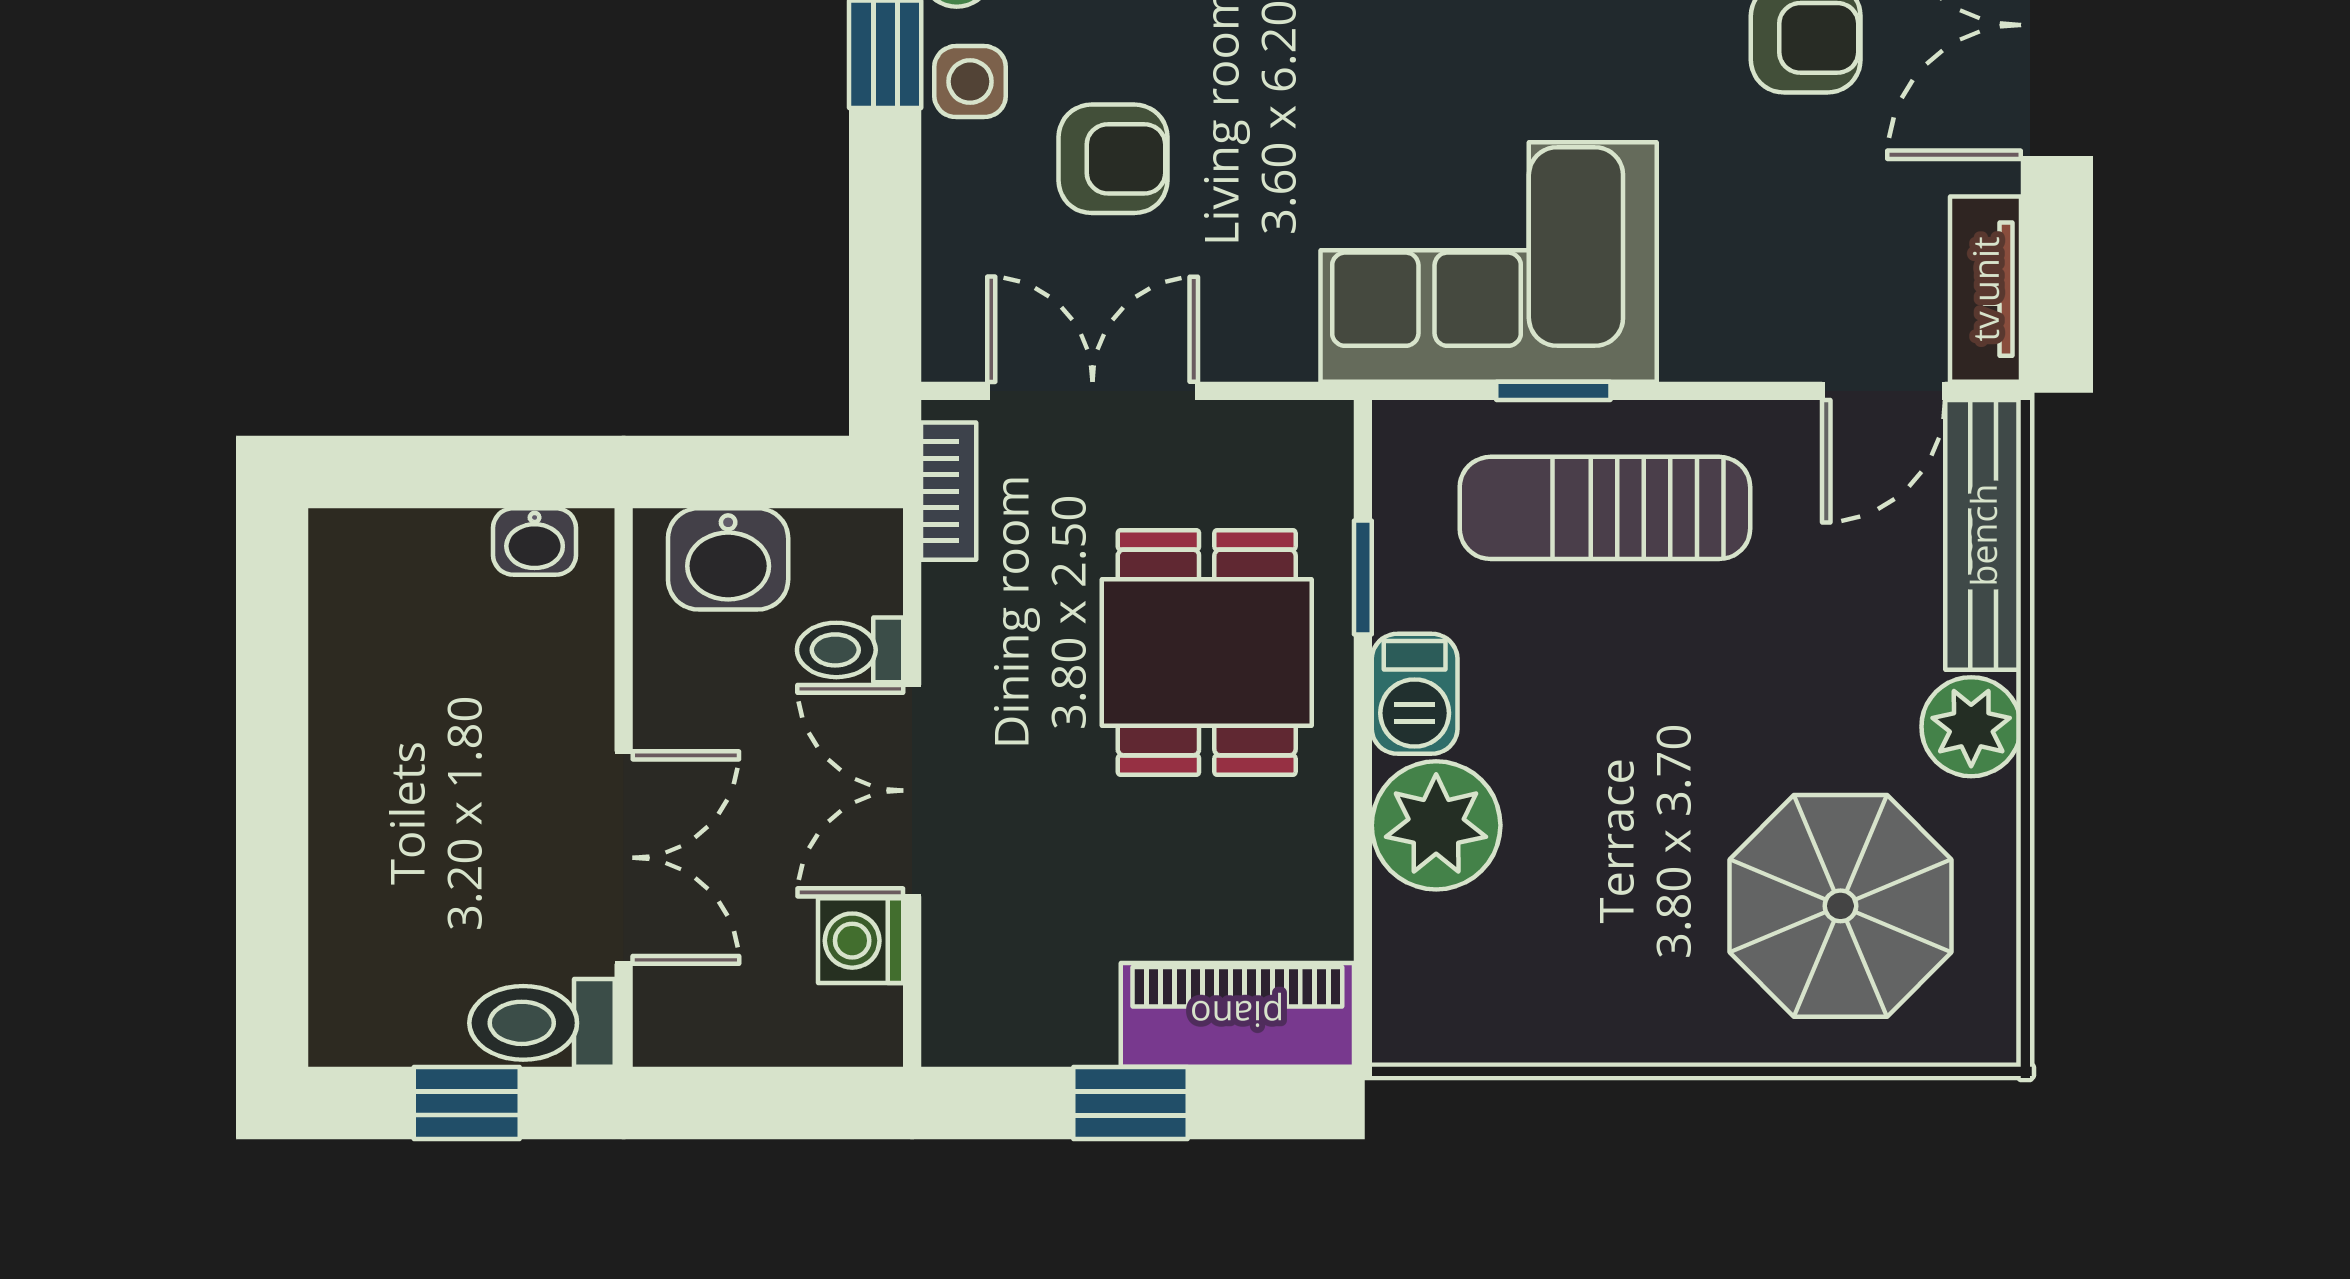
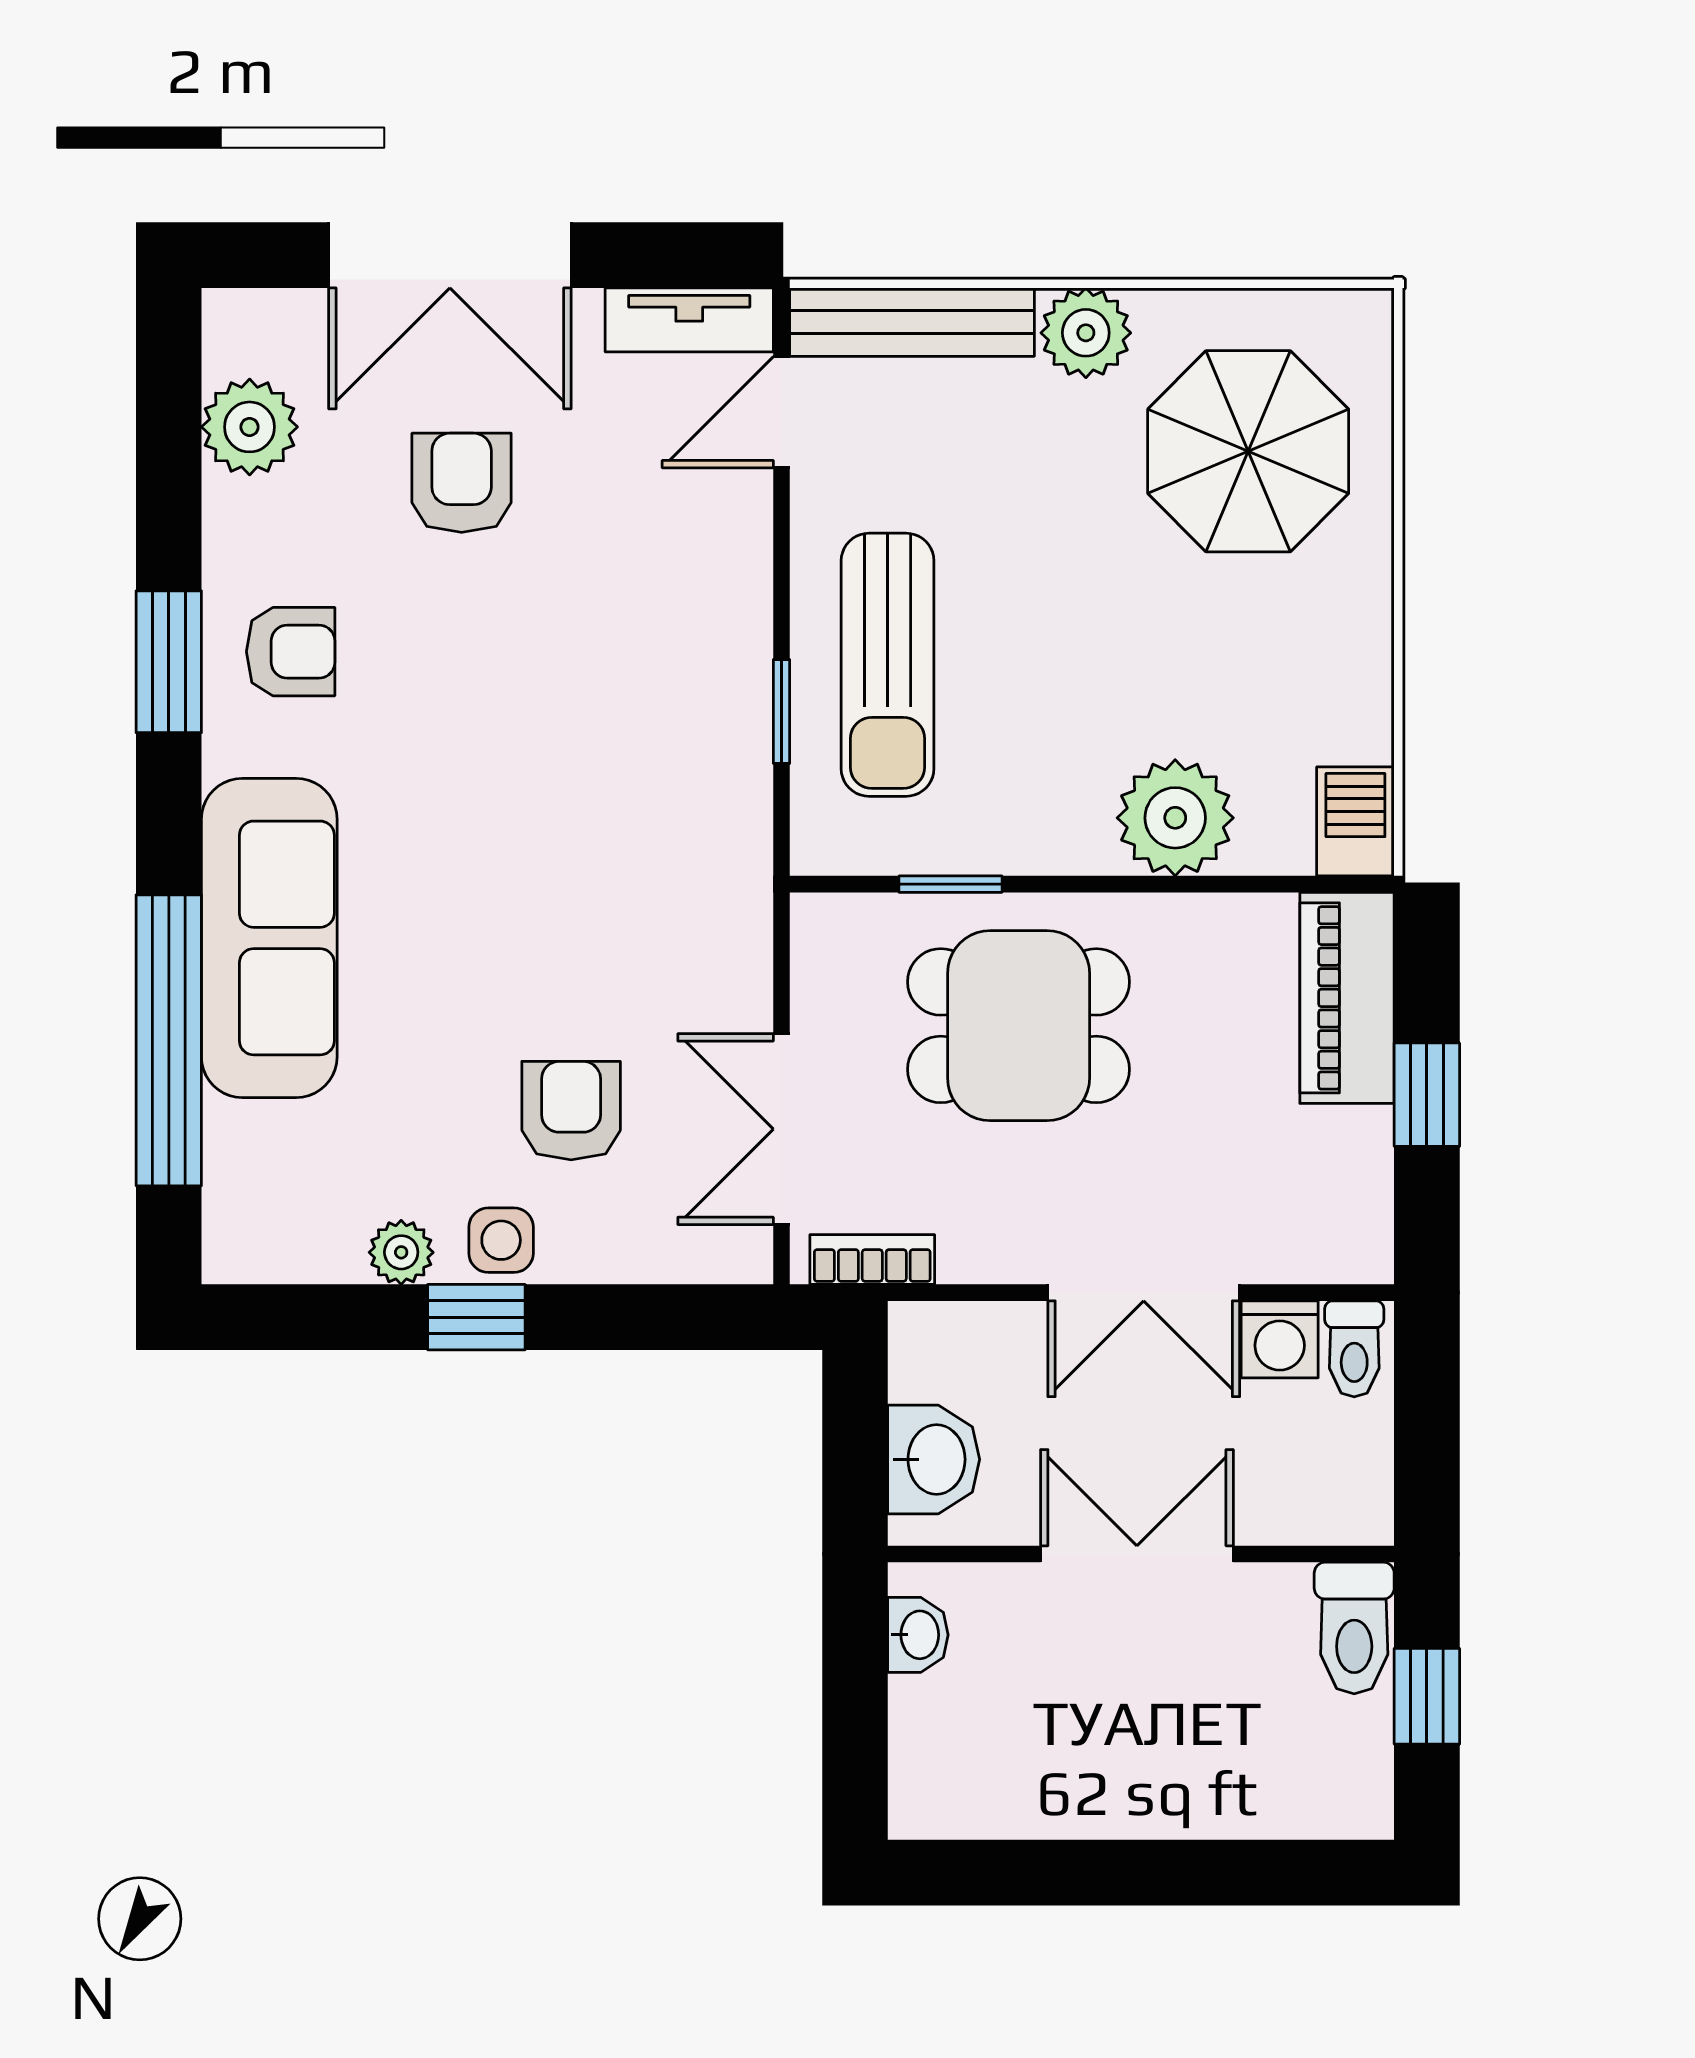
corner sofa: (1489, 262) -> (665, 770), removed
door: (1884, 391) -> (781, 412), swing flipped
toilet: (850, 650) -> (1354, 1349), moved
barbecue: (1415, 694) -> (1355, 821), moved, turned -90
double door: (624, 858) -> (1137, 1554), moved

